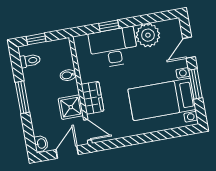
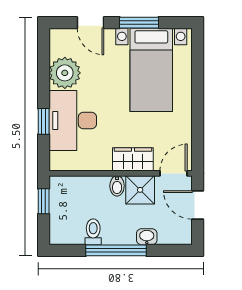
window: (36, 39) -> (44, 201), moved
toilet: (30, 61) -> (93, 232), moved
bidet: (68, 75) -> (117, 186), moved
window: (22, 97) -> (116, 250), width x1.44
washbasin: (41, 144) -> (147, 237), moved

